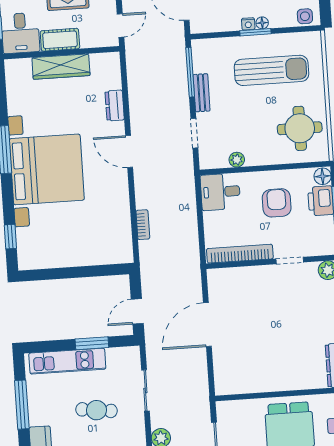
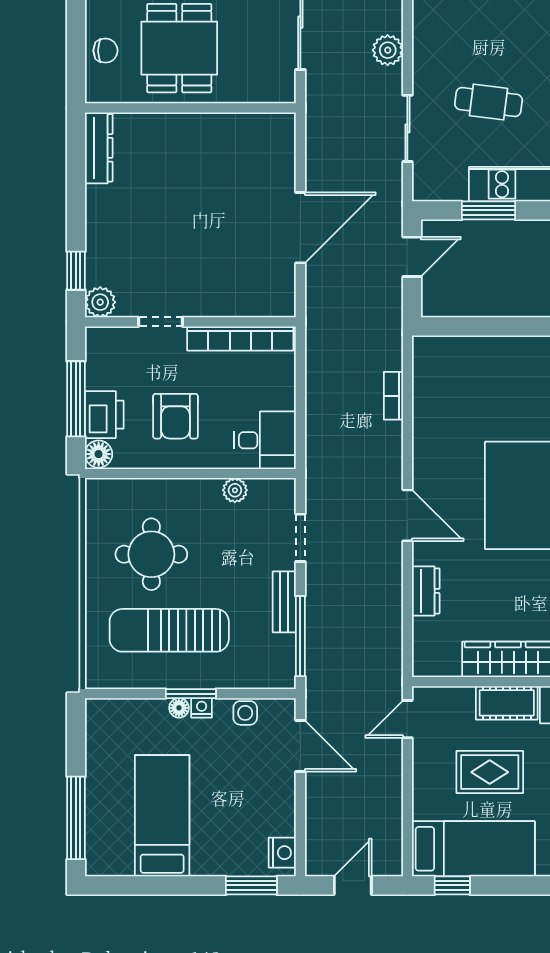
side table: (305, 16) -> (245, 713), moved
round table: (300, 128) -> (151, 554), moved

